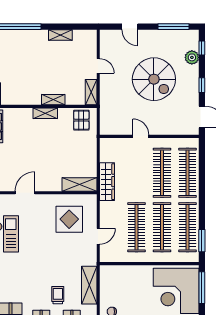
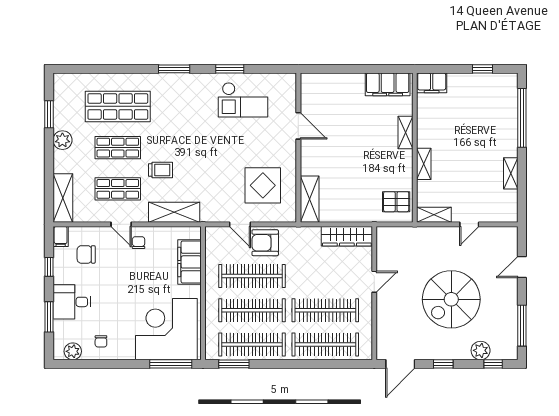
shelving: (45, 113) -> (405, 133), moved
wardrobe: (107, 182) -> (347, 236), moved
armchair: (112, 217) -> (265, 243), added
filing cabinet: (126, 274) -> (189, 262), added

